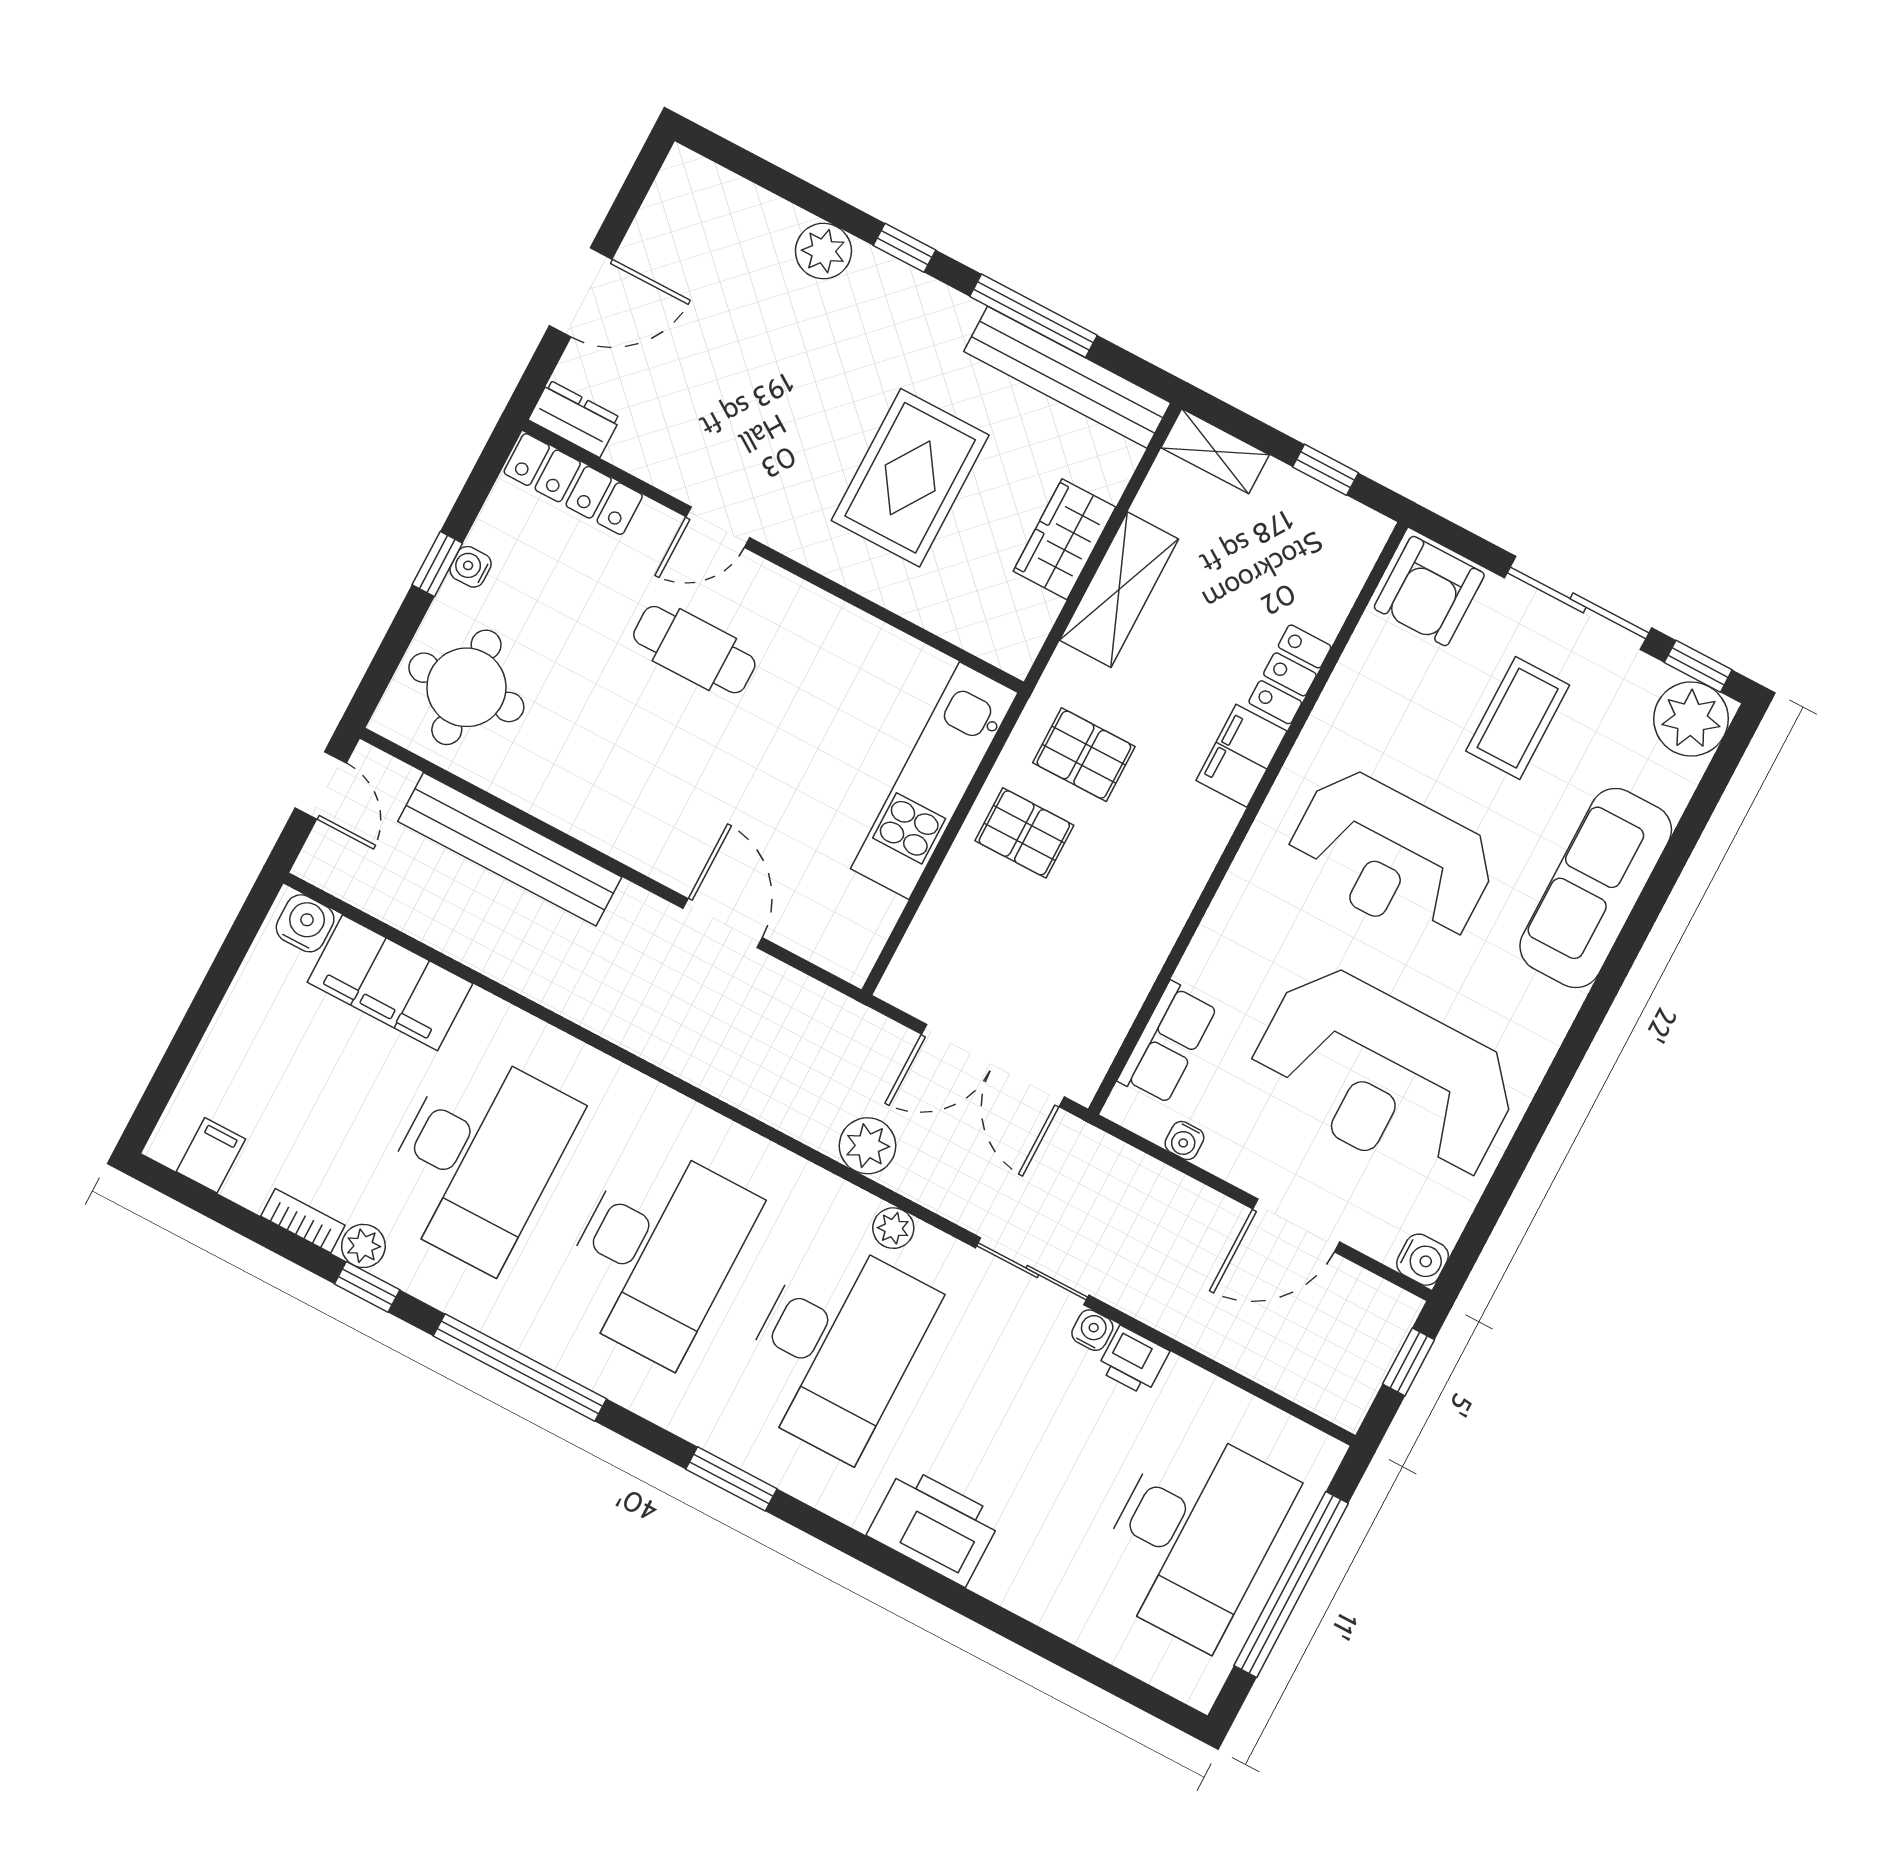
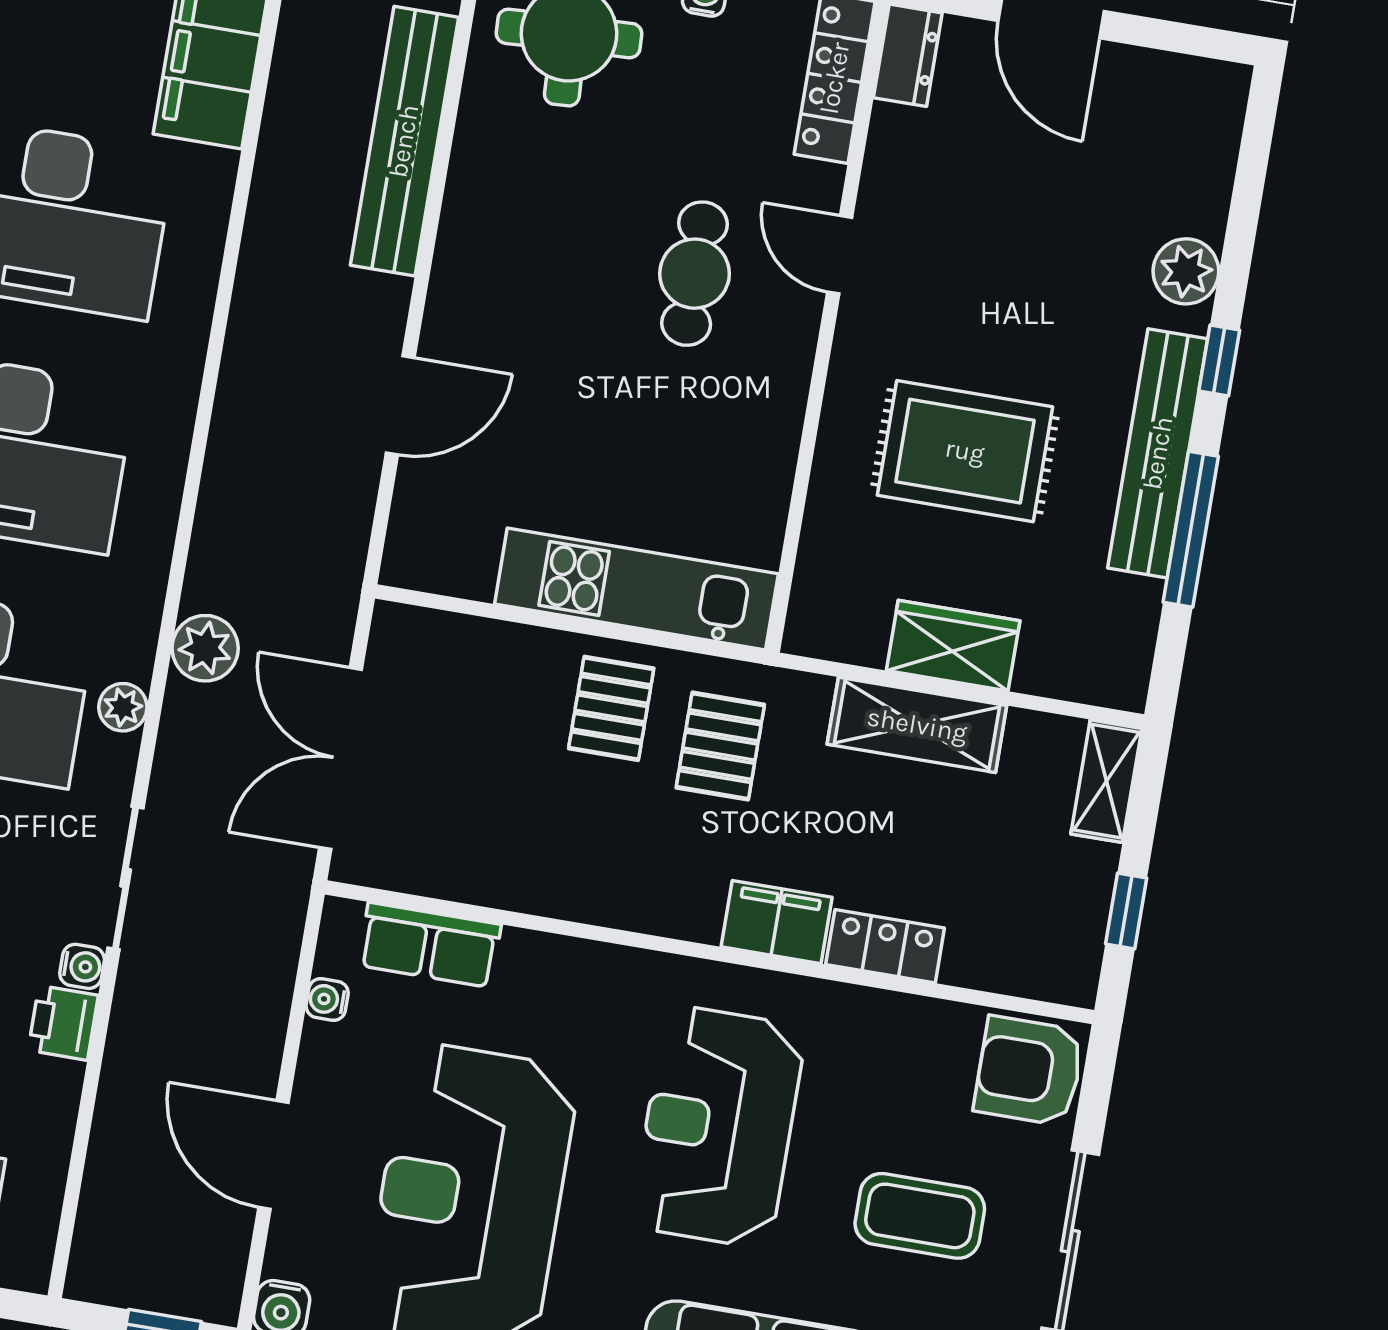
bench: (1067, 377) -> (1158, 453), moved

